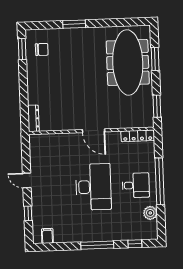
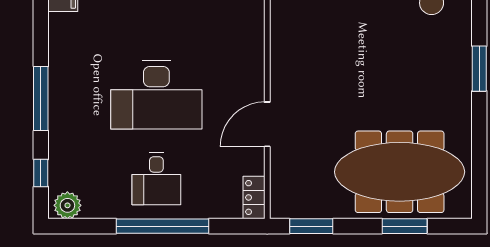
door: (94, 131) -> (267, 124), moved
locker: (138, 136) -> (254, 197), width x0.66
plant: (150, 213) -> (67, 205), moved

